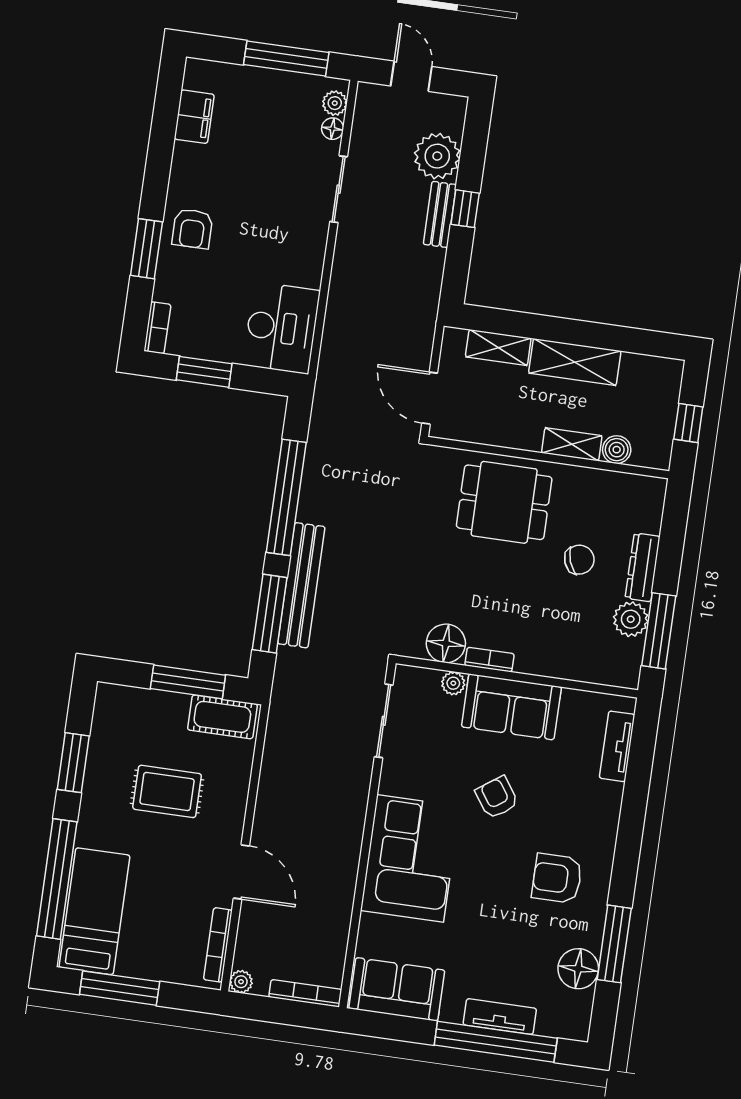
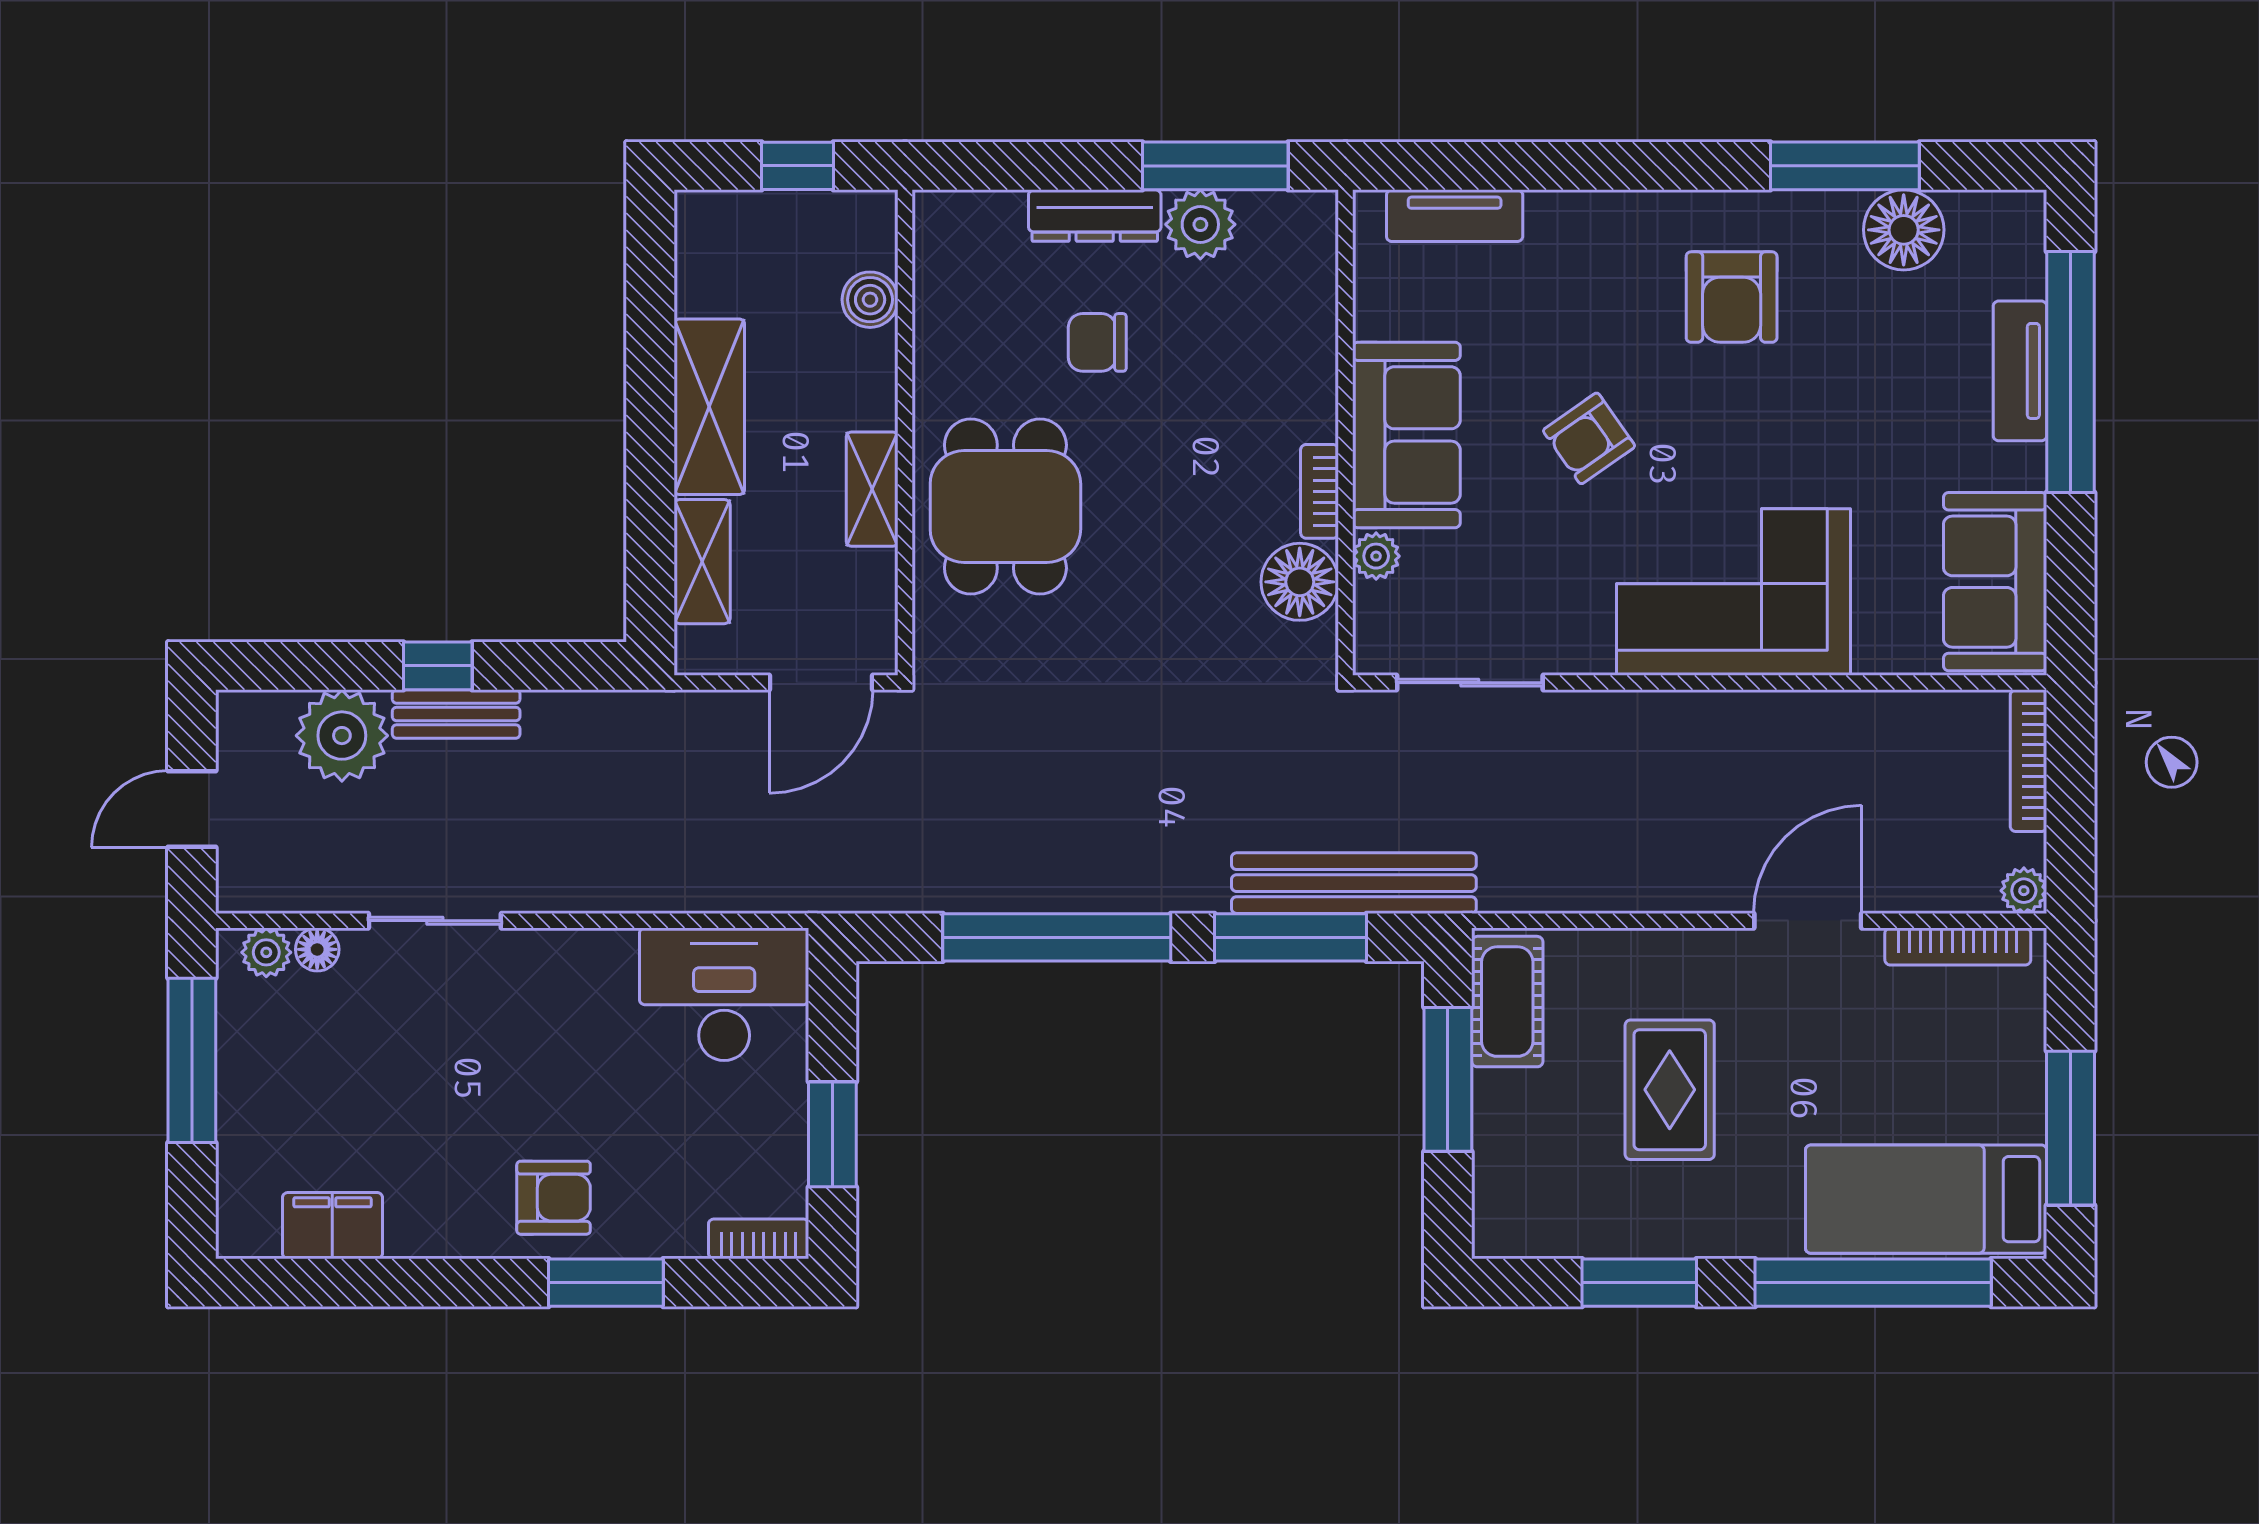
shelving: (572, 444) -> (872, 489), moved
chair: (579, 560) -> (1097, 342), turned -70
bench: (301, 585) -> (1354, 883), moved

